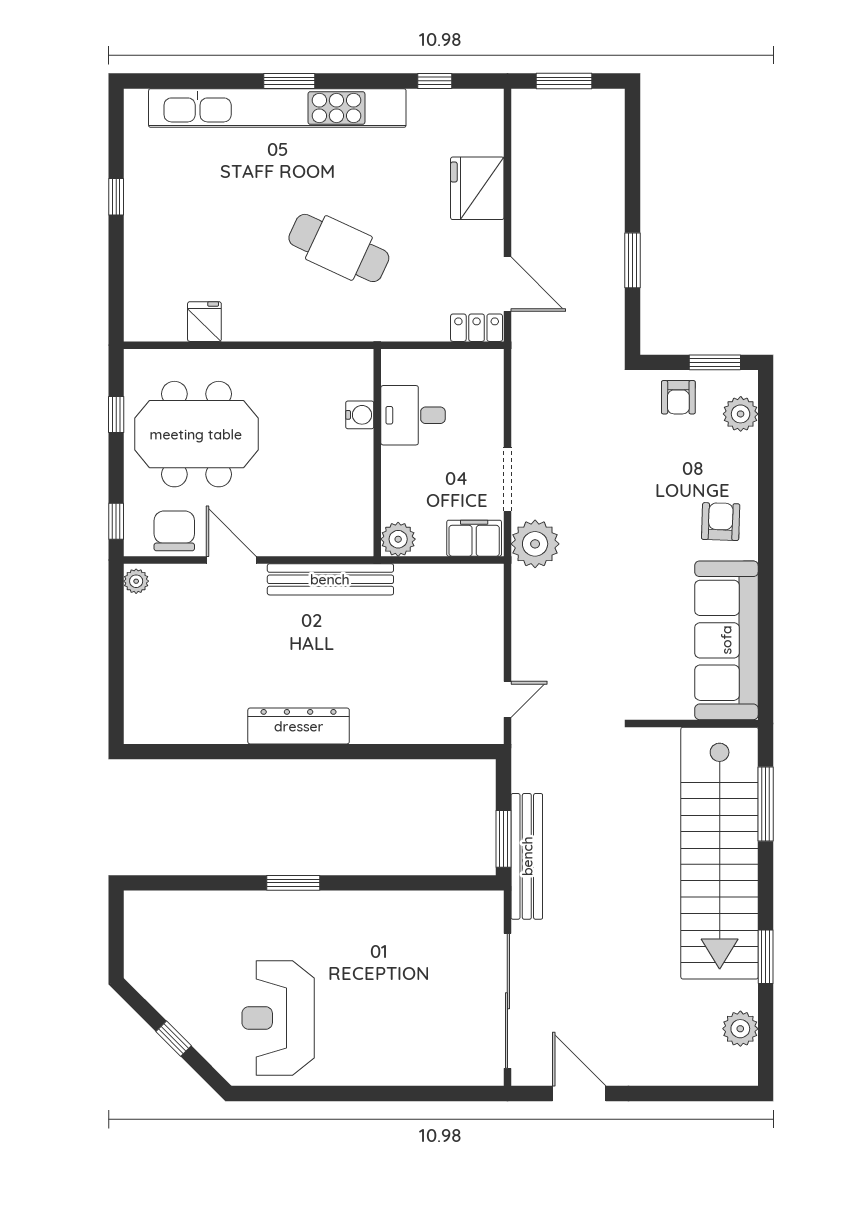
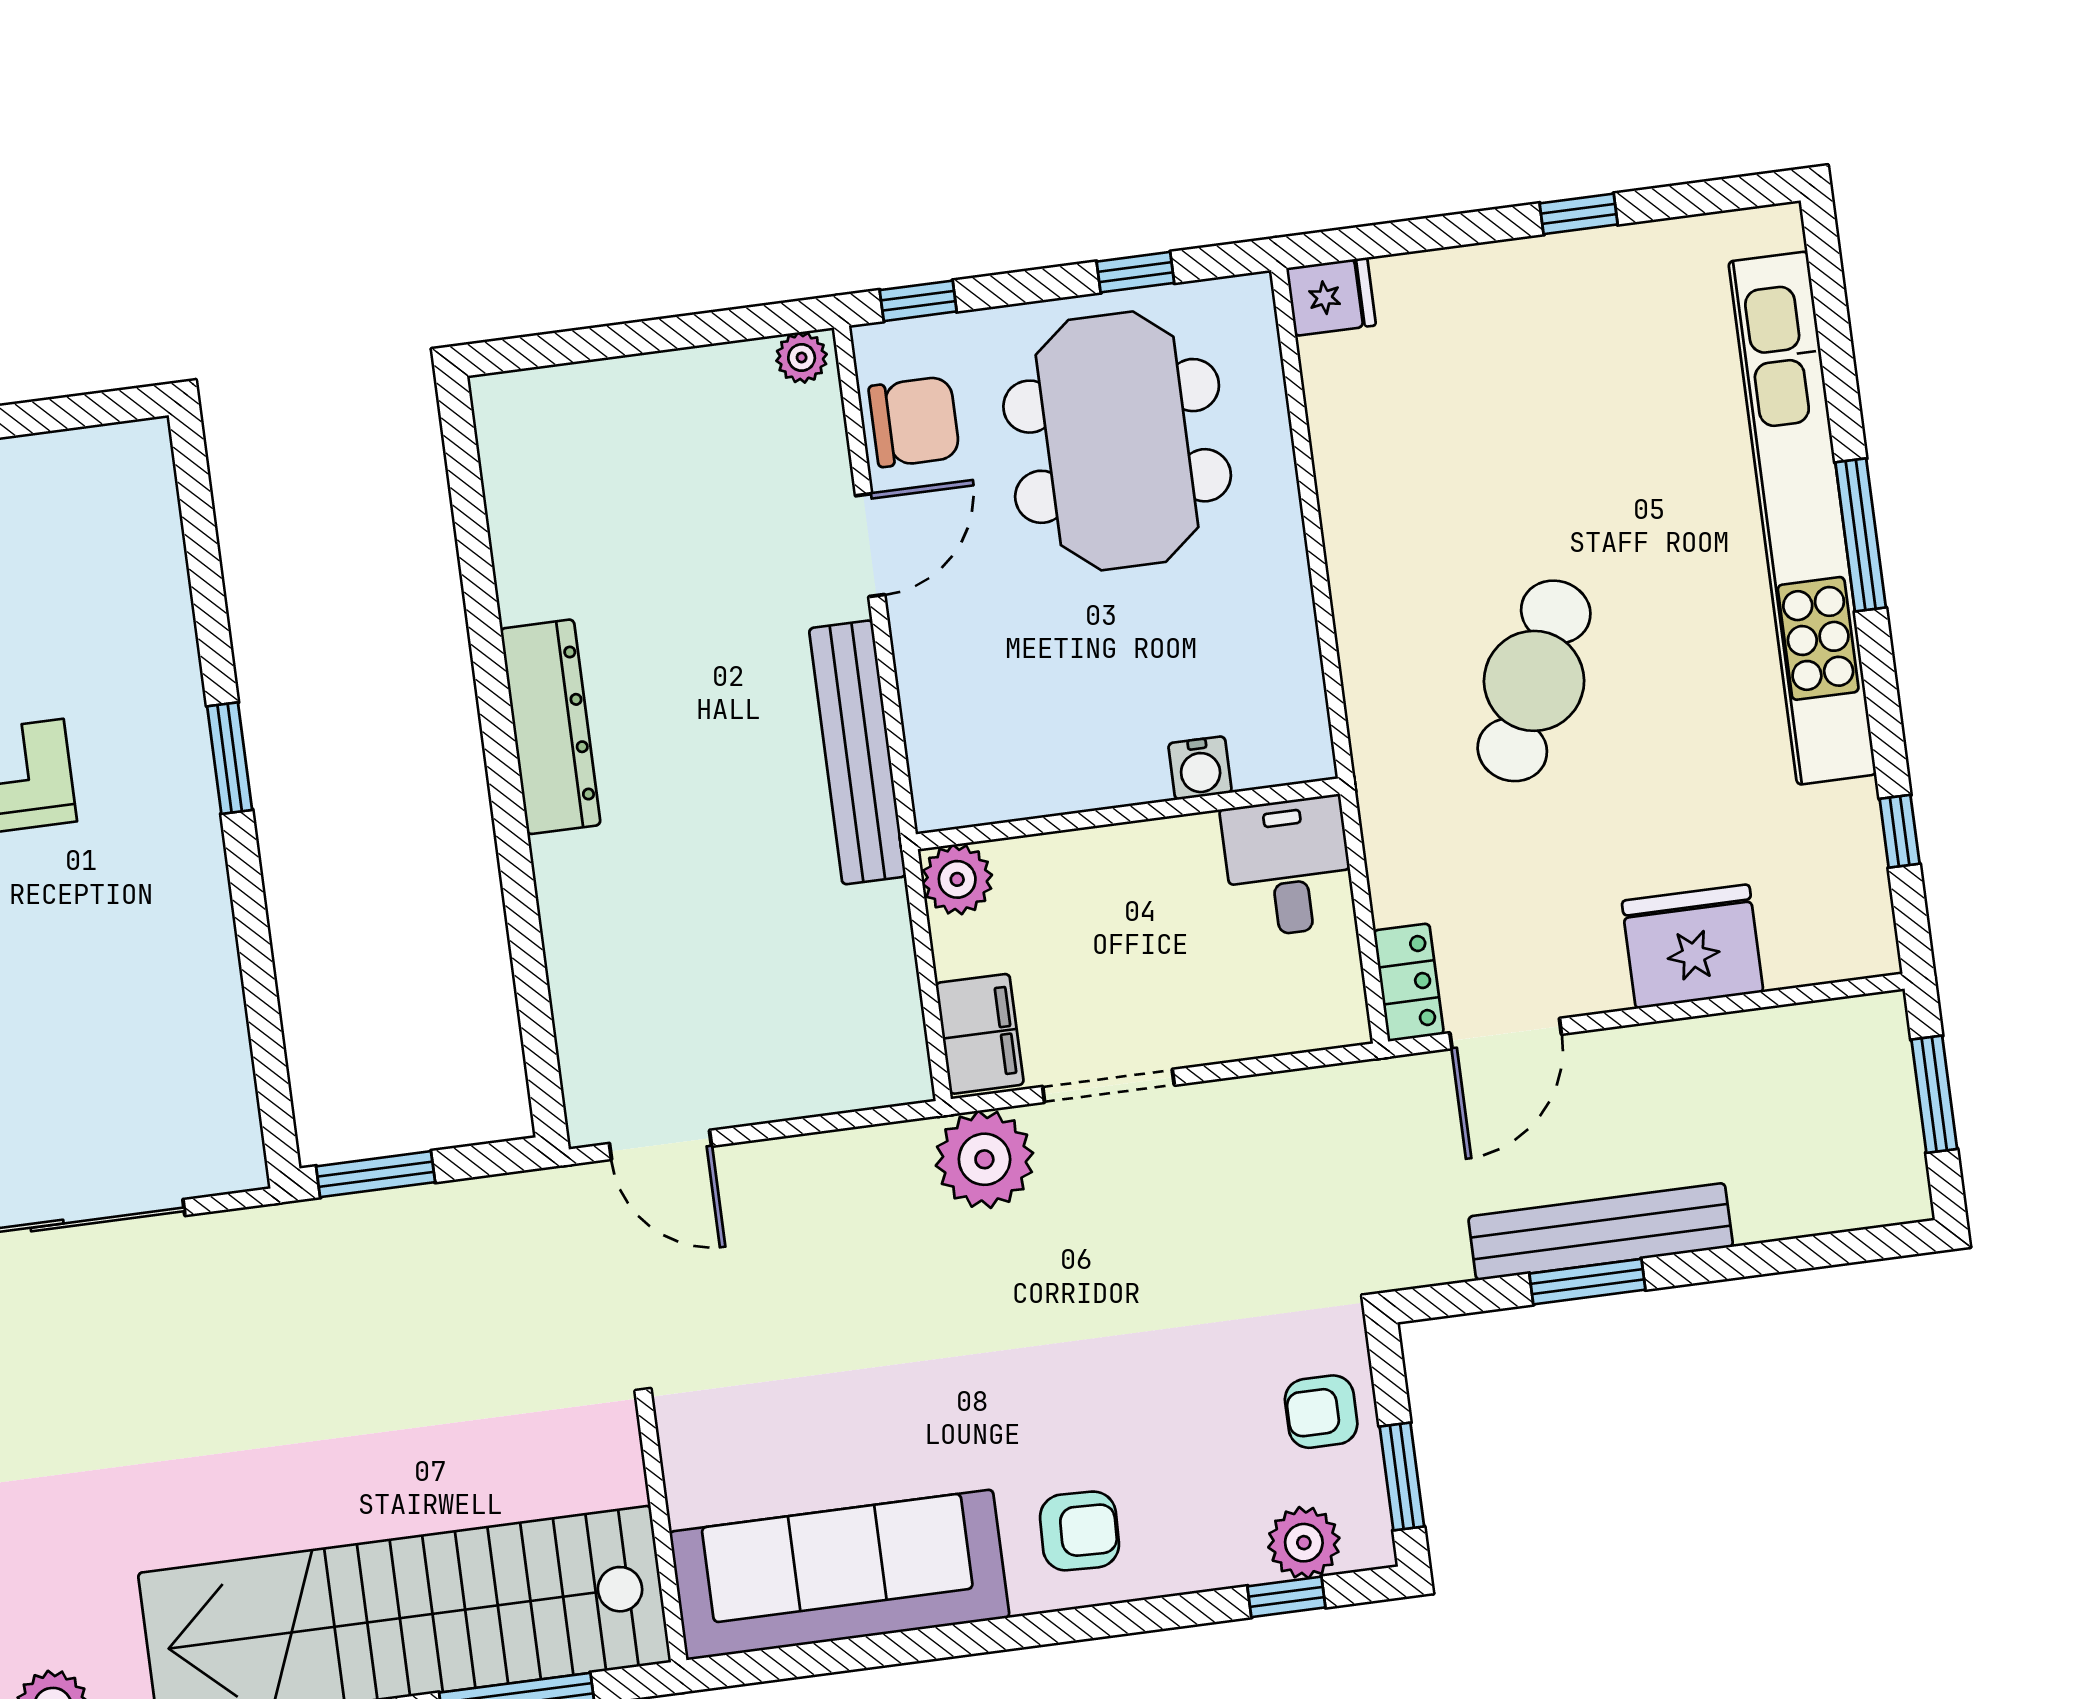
window: (289, 81) -> (1861, 535), width x1.44
fridge: (204, 322) -> (1331, 297), moved
desk: (413, 415) -> (1288, 867), moved
window: (766, 426) -> (1286, 1597), added
door: (507, 699) -> (661, 1145), width x1.37
bench: (527, 856) -> (1601, 1232), moved

